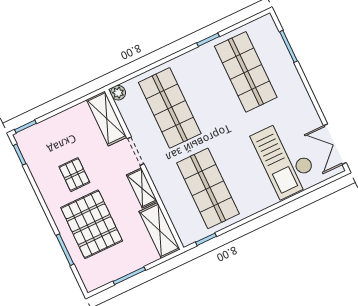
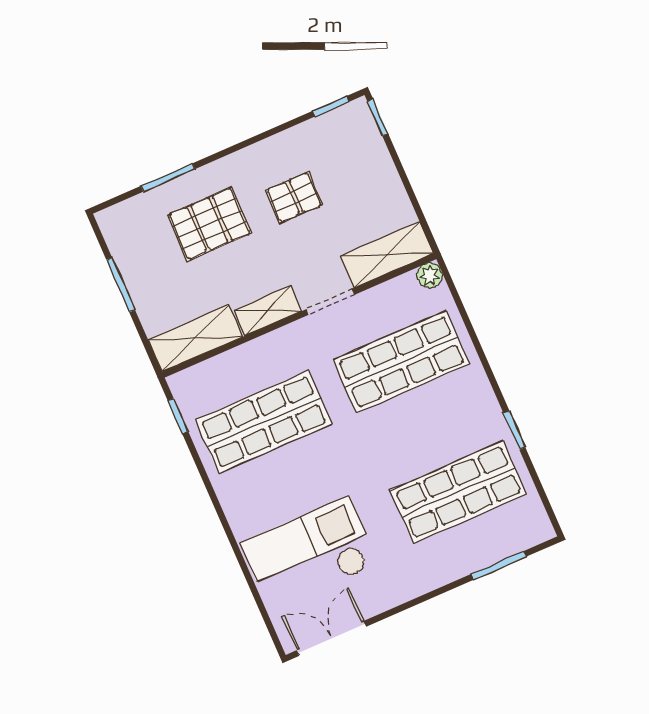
pallet: (92, 224) -> (209, 224), width x0.73, depth x0.71

